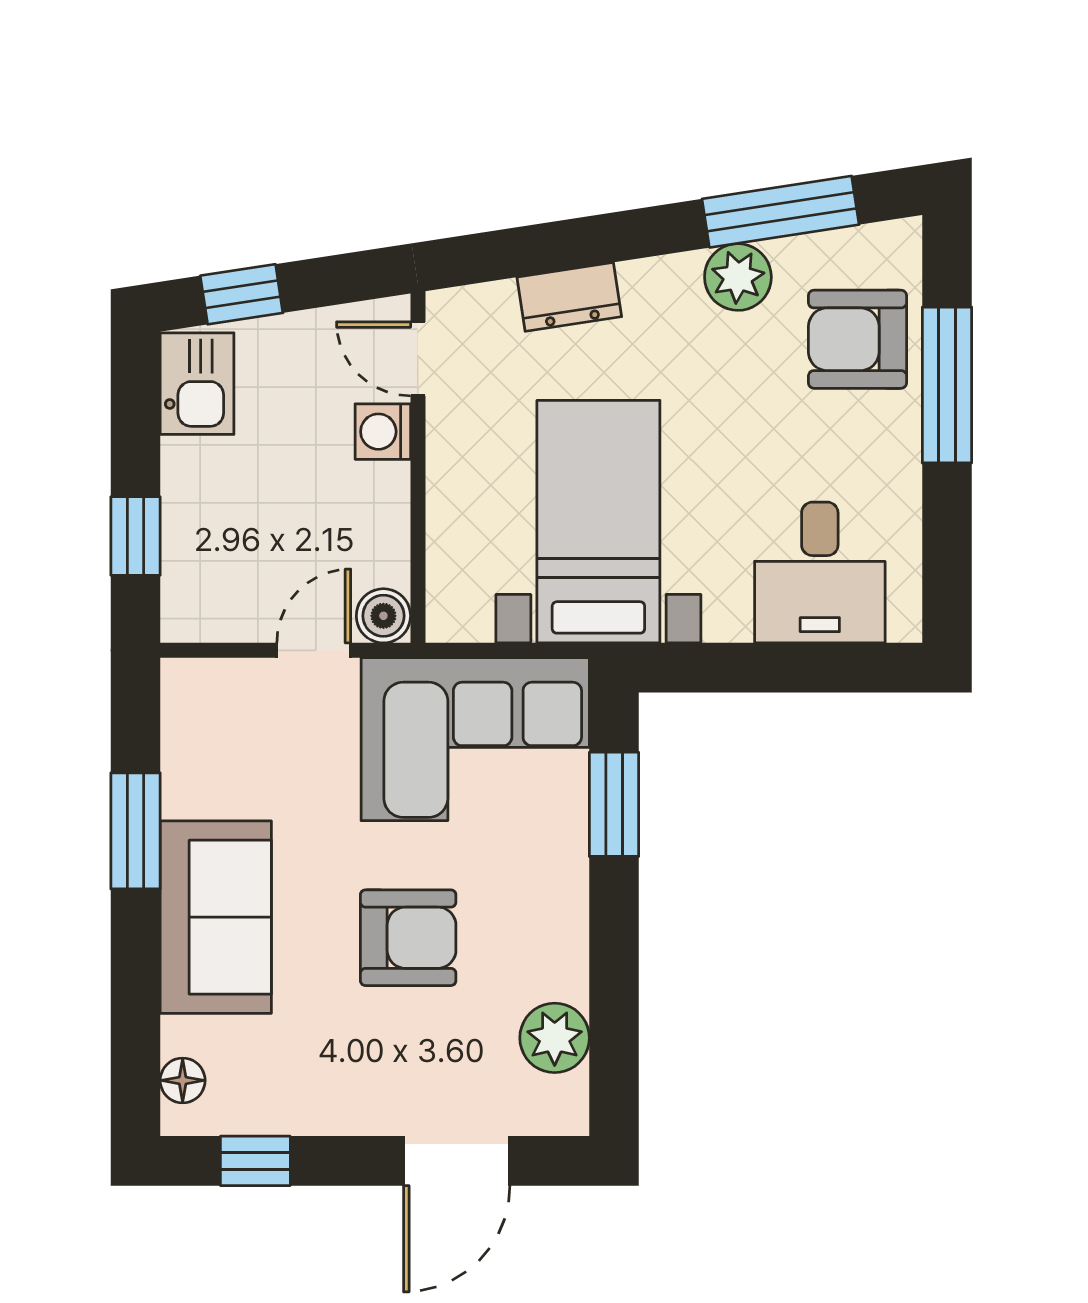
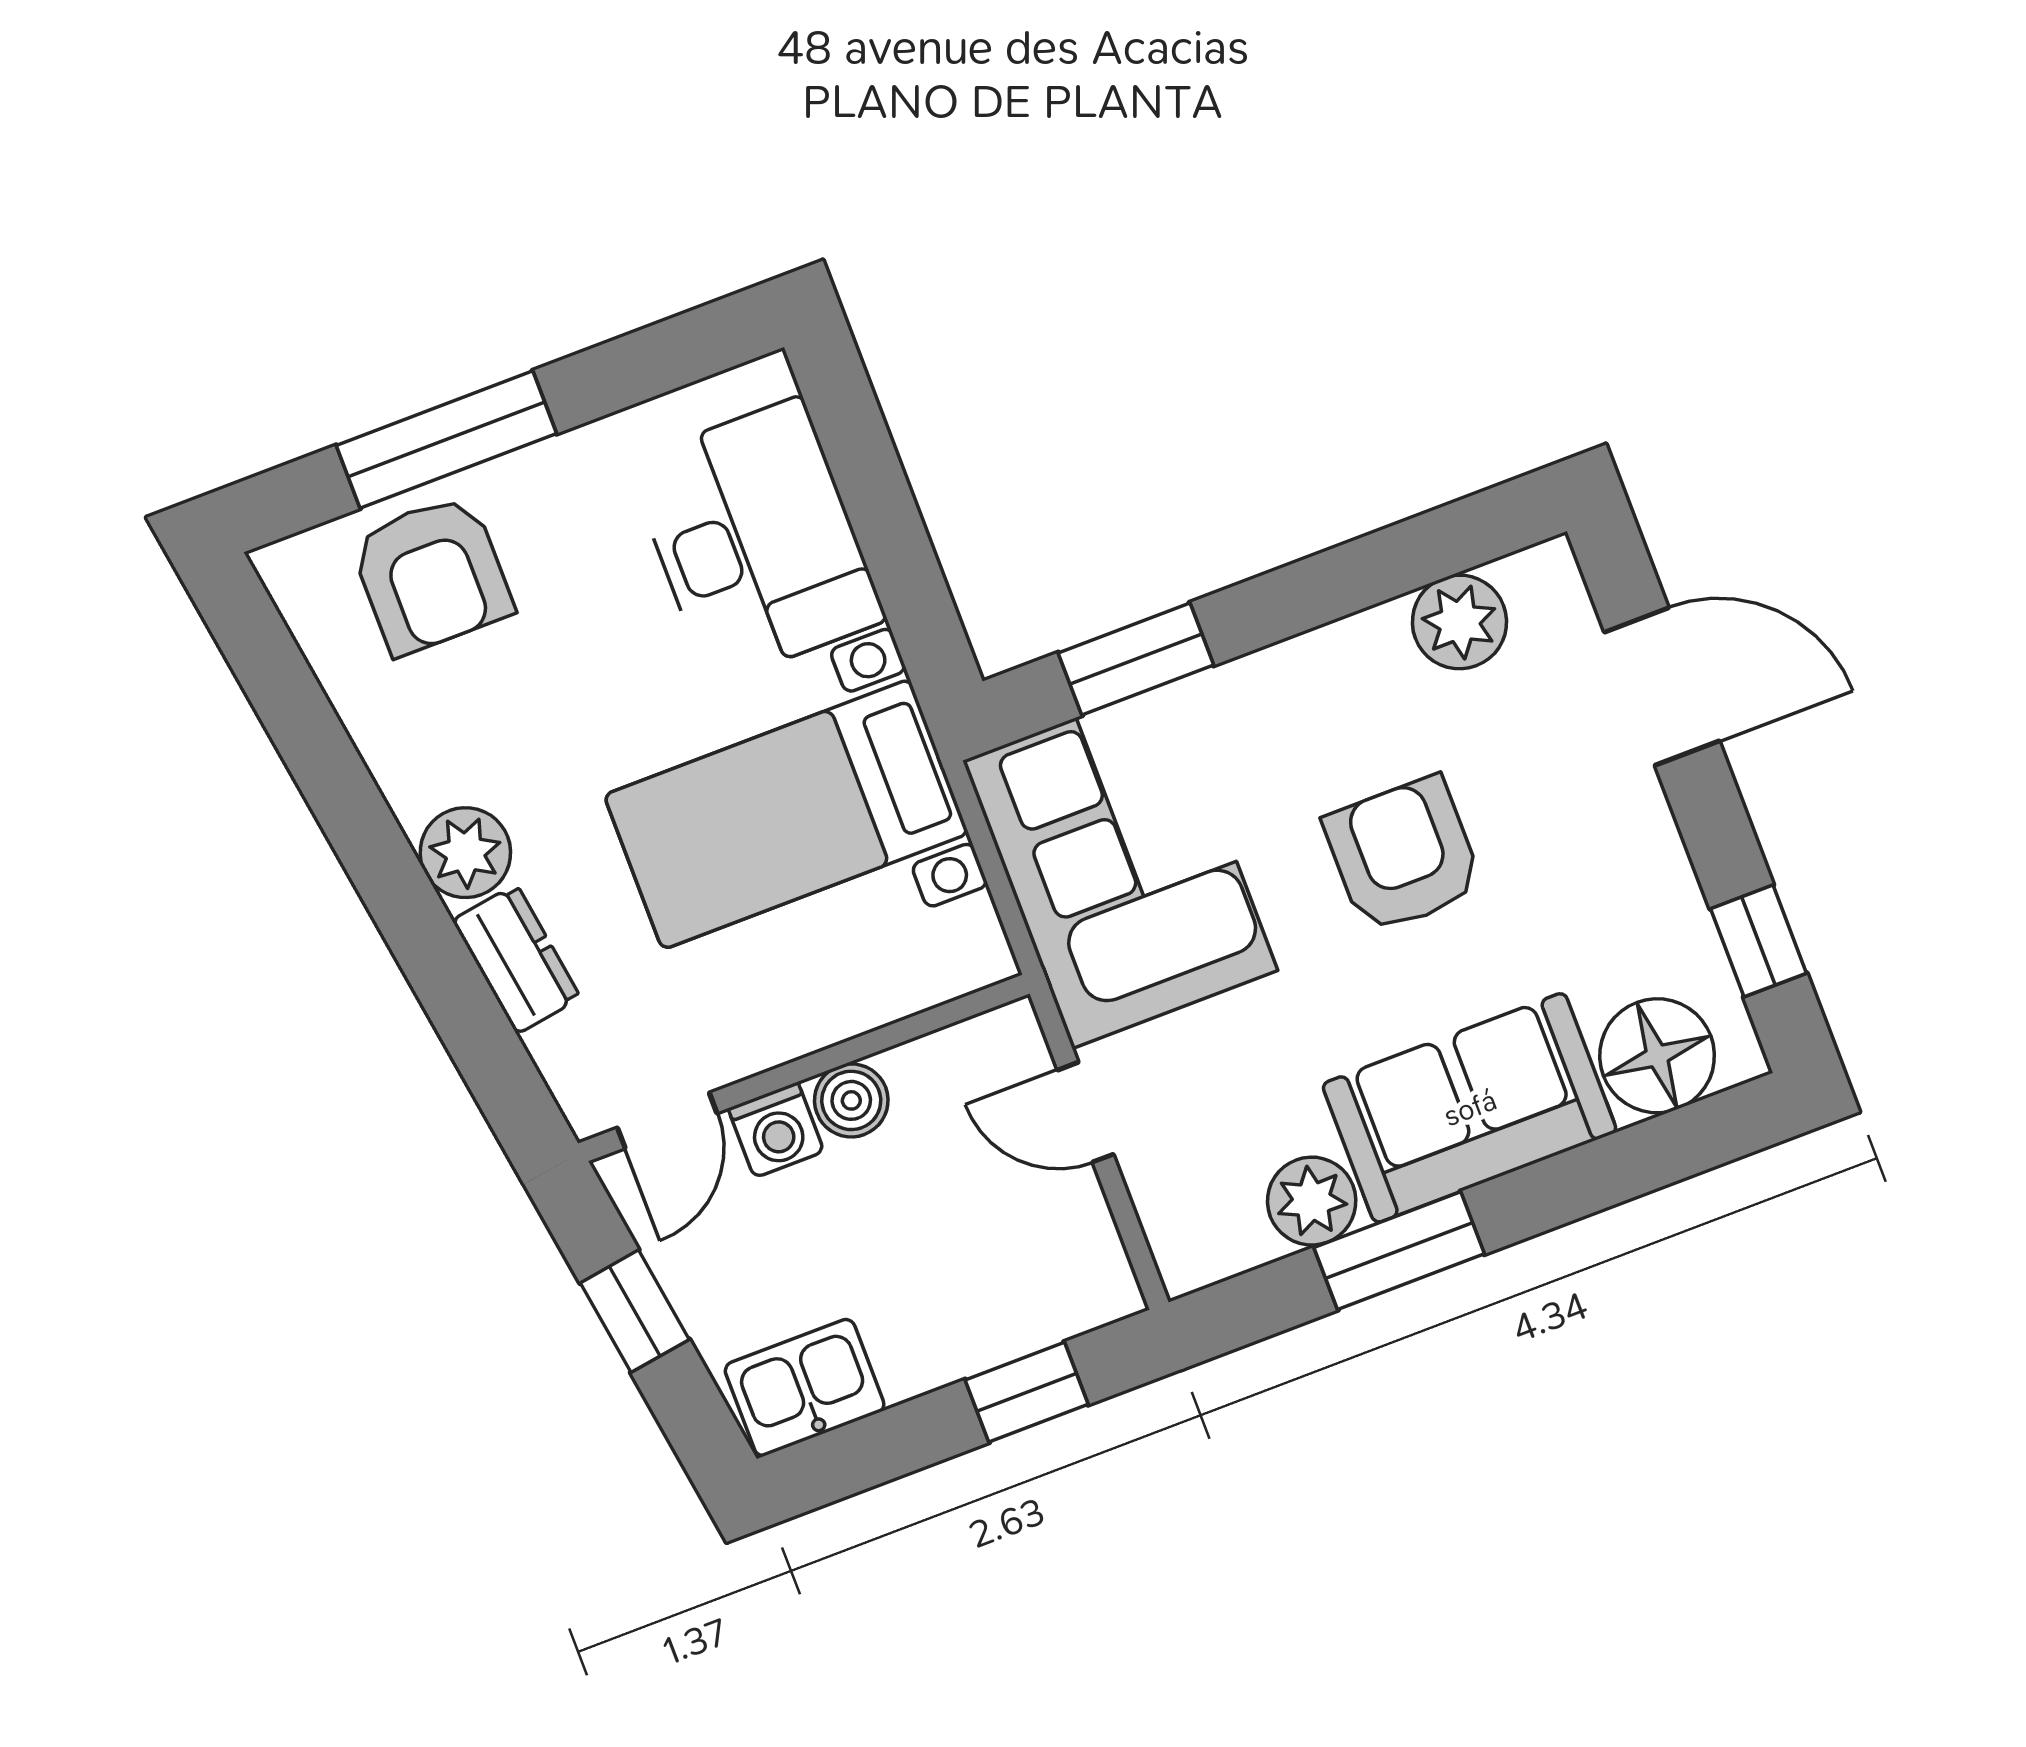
window: (781, 212) -> (307, 733), removed
plant: (738, 277) -> (465, 853), moved
window: (242, 294) -> (635, 1311), moved
desk: (820, 573) -> (756, 541), width x1.37
boiler: (383, 616) -> (851, 1100), moved
plant: (193, 783) -> (1312, 1201), added
floor lamp: (183, 1080) -> (1657, 1056), width x1.89, depth x1.89

